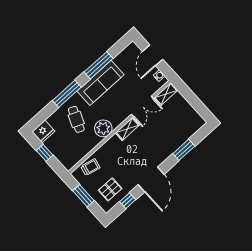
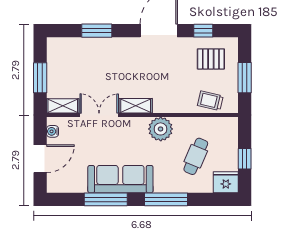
window: (191, 98) -> (40, 78), added
cafe table: (76, 119) -> (196, 156), moved

